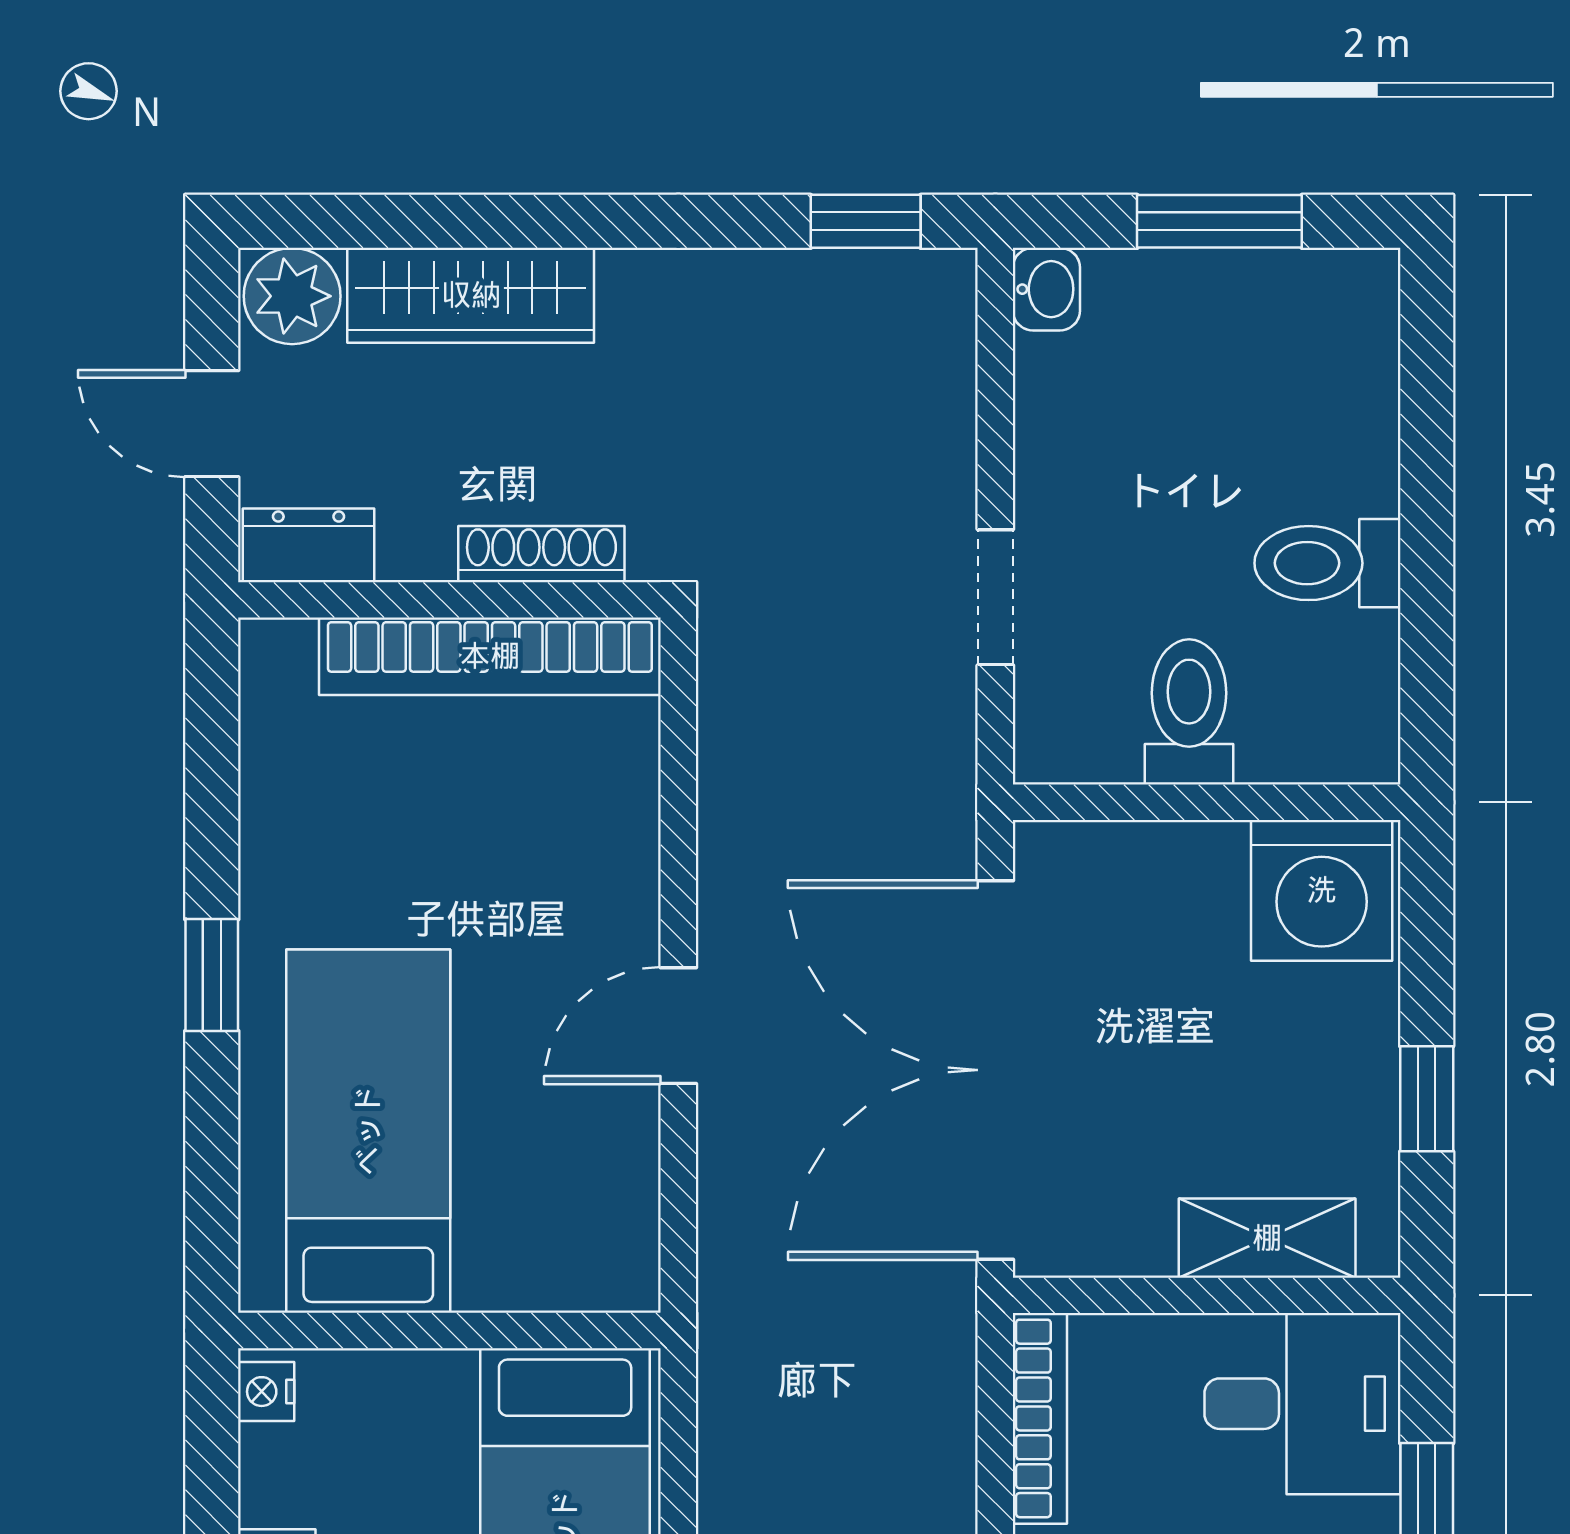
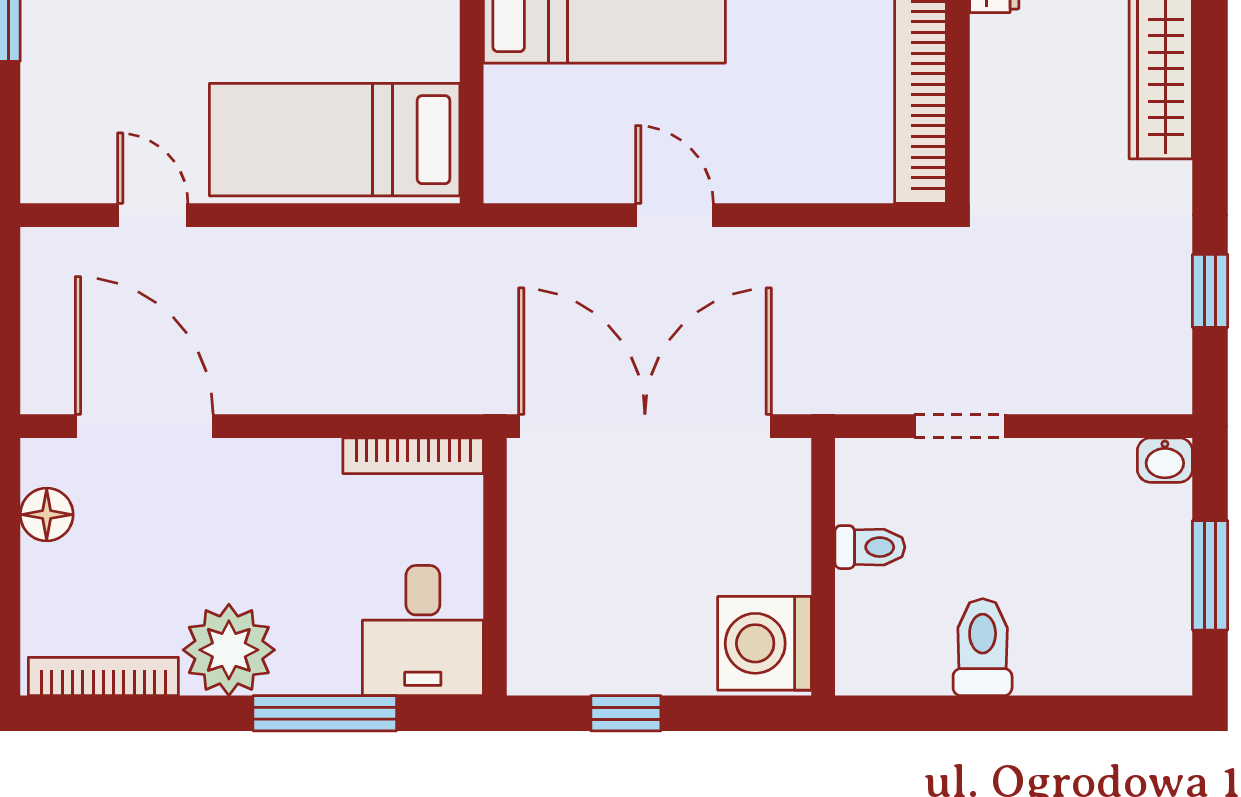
window: (866, 221) -> (1210, 291), moved
shoe rack: (541, 554) -> (989, 124), removed
toilet: (1189, 712) -> (870, 547), width x0.73, depth x0.72
shelving: (1267, 1238) -> (533, 607), removed

